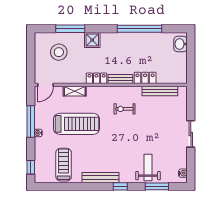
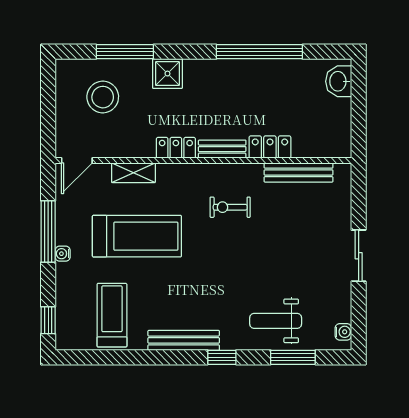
weight bench: (148, 168) -> (276, 321), turned -90

